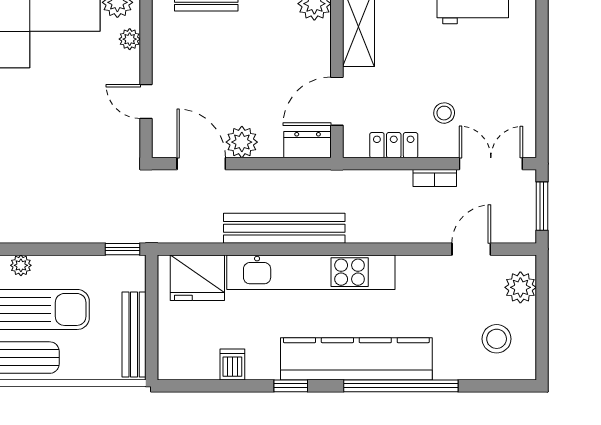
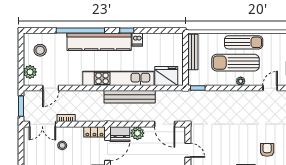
plant: (242, 142) -> (137, 133), moved
locker: (394, 145) -> (94, 132), moved
dishwasher: (232, 364) -> (137, 39), moved

